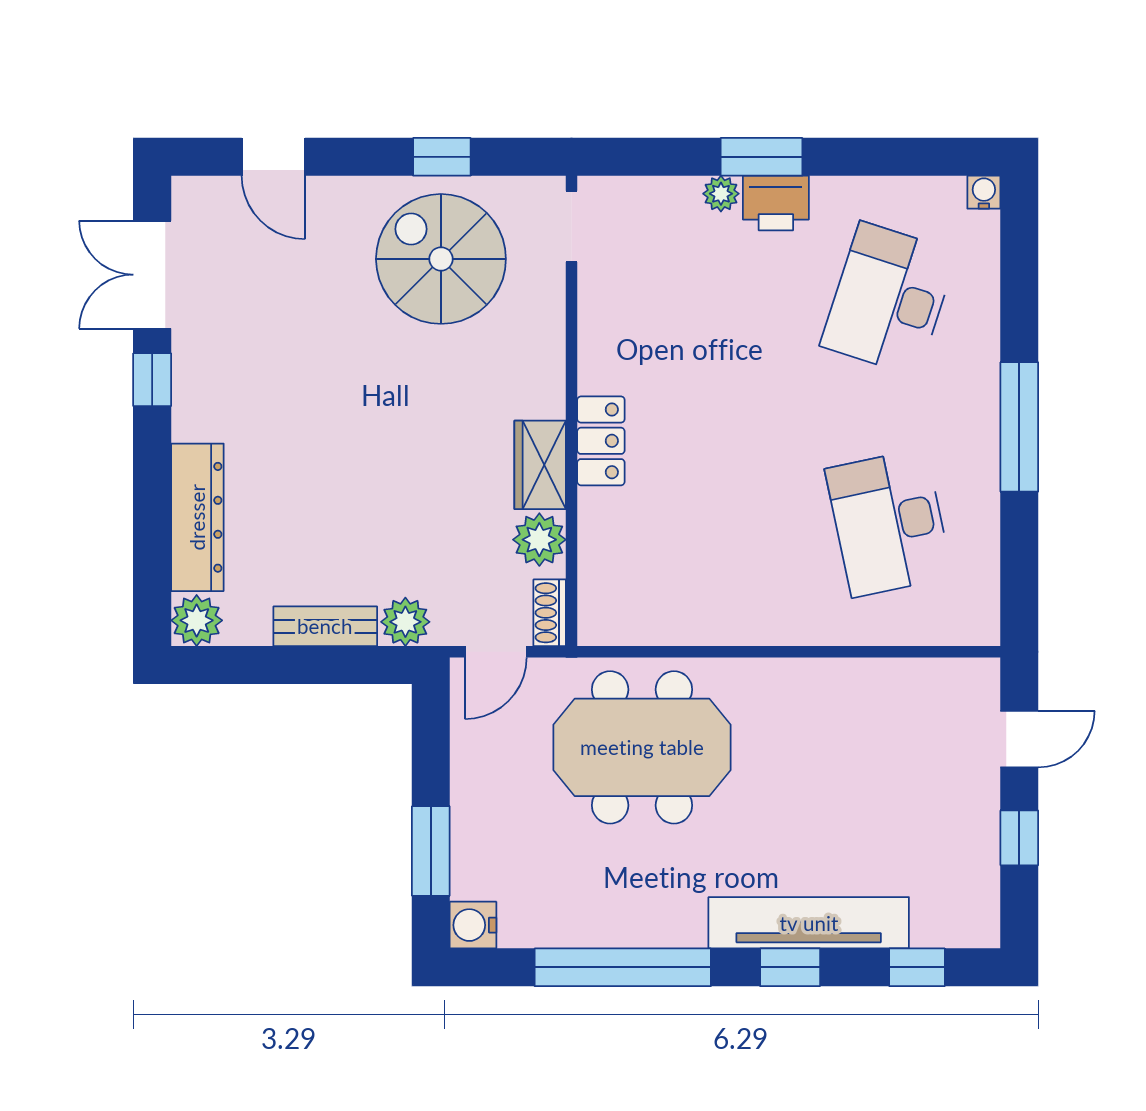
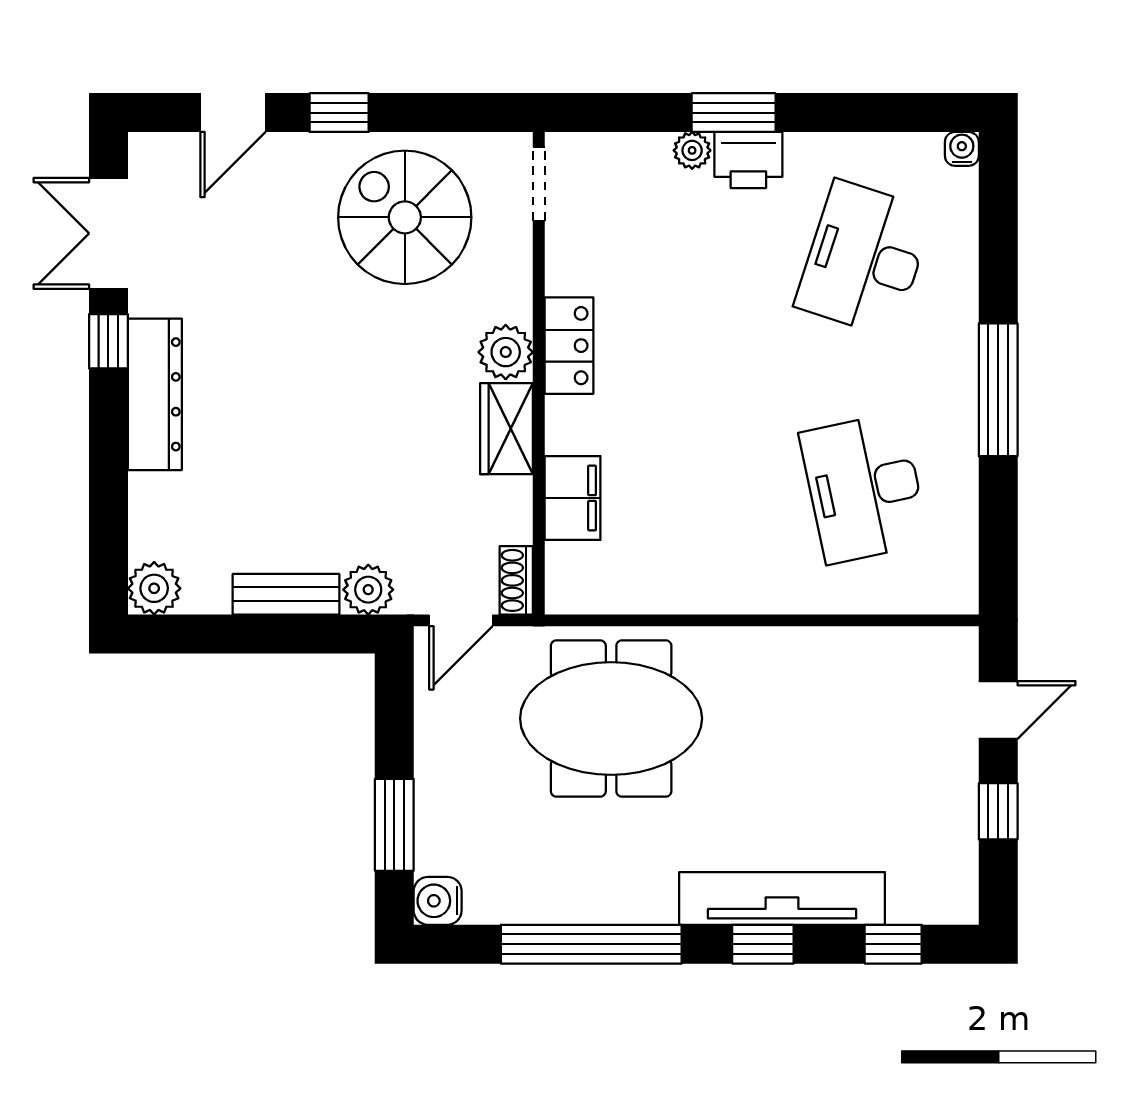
door: (273, 157) -> (233, 113), hinge flipped
window: (442, 157) -> (339, 113), moved
locker: (601, 441) -> (569, 346), moved
dresser: (197, 517) -> (155, 394), moved
filing cabinet: (604, 532) -> (573, 498), added
plant: (539, 540) -> (506, 352), moved

